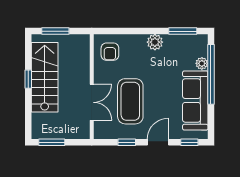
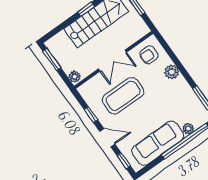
plant: (155, 42) -> (172, 72), moved
double door: (92, 102) -> (112, 61), moved
plant: (82, 133) -> (74, 77), added

